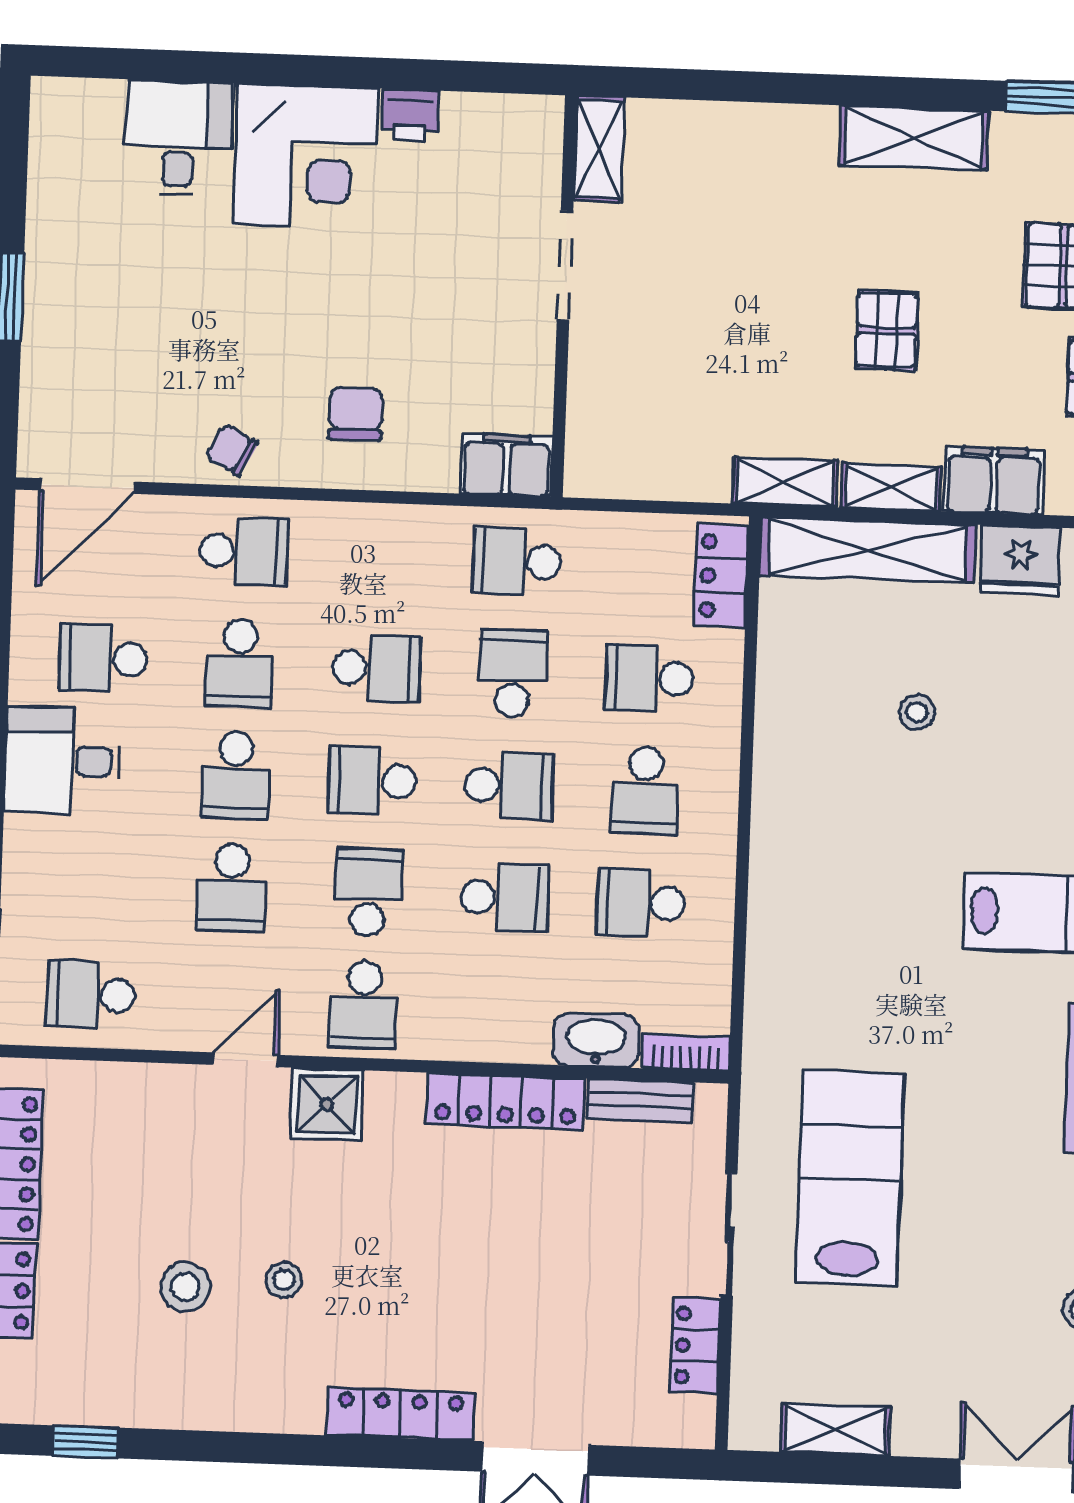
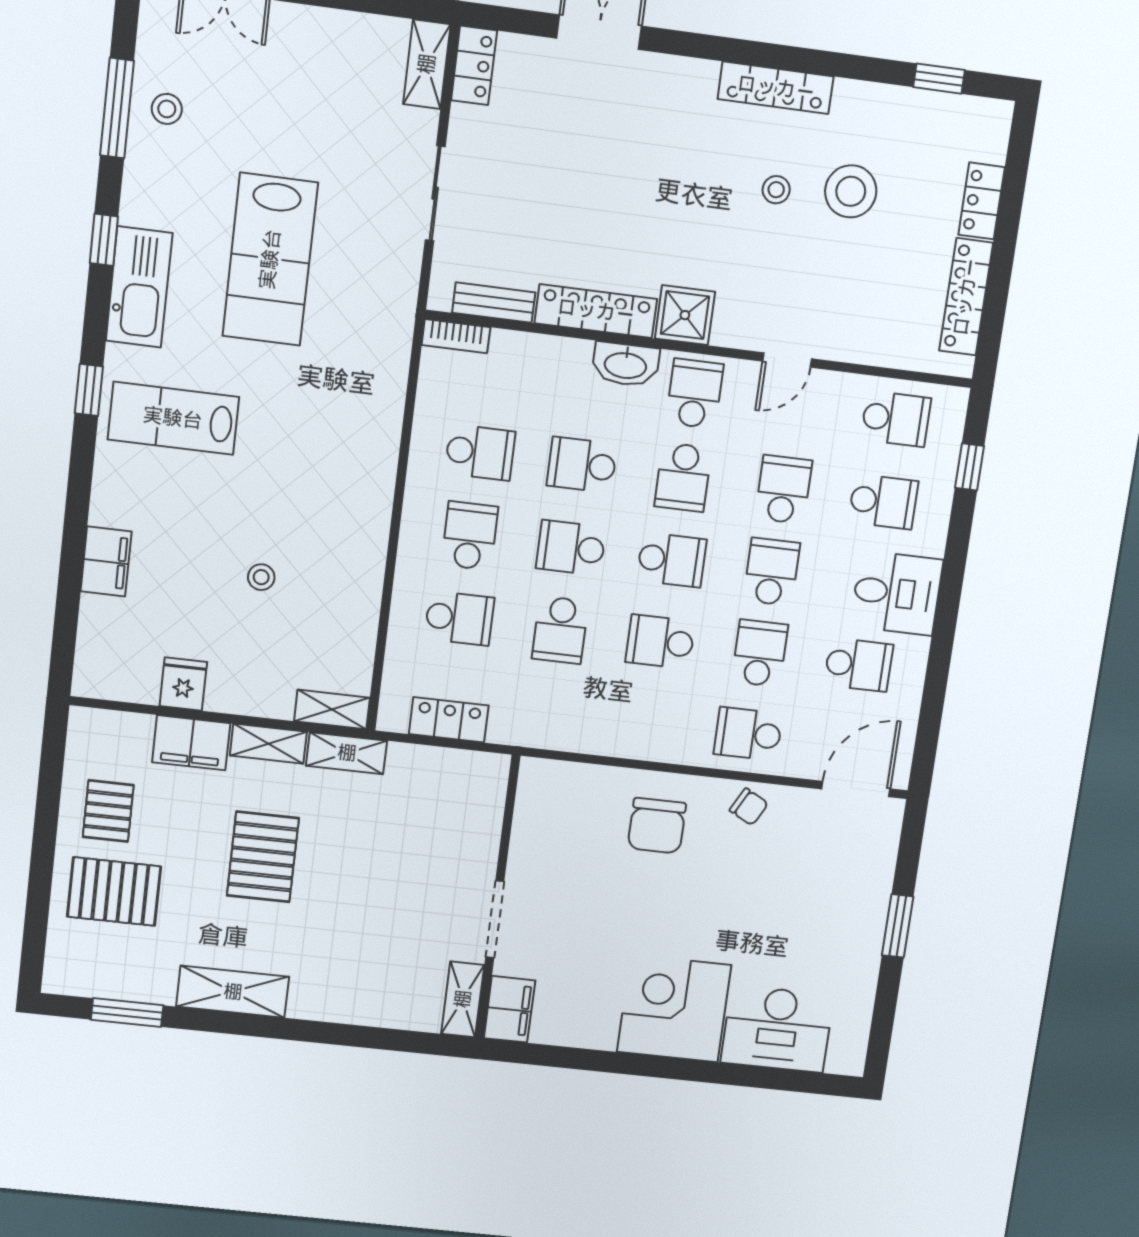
printer: (410, 115) -> (596, 1032), removed
desk: (179, 138) -> (777, 1029), width x1.37
pallet: (887, 330) -> (263, 857), width x1.50, depth x1.42
chair: (356, 414) -> (657, 826), width x1.37, depth x1.37
filing cabinet: (506, 465) -> (510, 1009), moved, turned -90
shelving: (867, 550) -> (332, 709), width x0.45, depth x0.75
fridge: (1020, 560) -> (183, 684), width x0.72
school desk: (517, 561) -> (883, 502), moved
locker: (721, 576) -> (449, 720), moved, turned -90
washbasin: (596, 1040) -> (626, 364), moved
shower: (327, 1104) -> (685, 315), moved
lab bench: (850, 1178) -> (270, 259), moved
stool: (185, 1287) -> (851, 191), width x1.38, depth x1.38
locker: (695, 1345) -> (474, 65), moved
locker: (400, 1414) -> (776, 88), moved
shelving: (836, 1430) -> (427, 64), moved, turned 90

